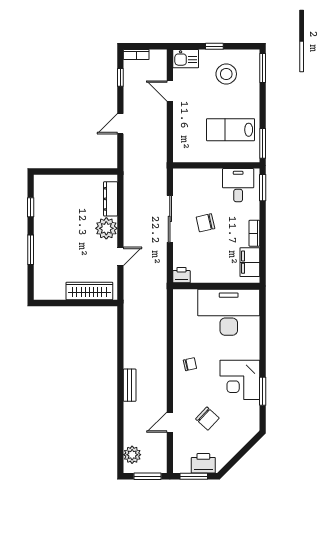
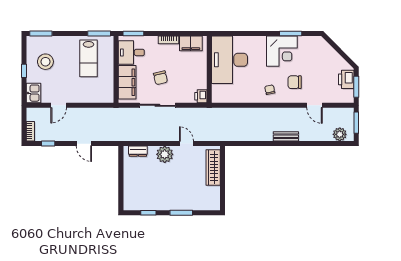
filing cabinet: (200, 180) -> (127, 82), added
dresser: (111, 199) -> (138, 151), width x0.70
chair: (207, 419) -> (295, 82), moved, turned -133

